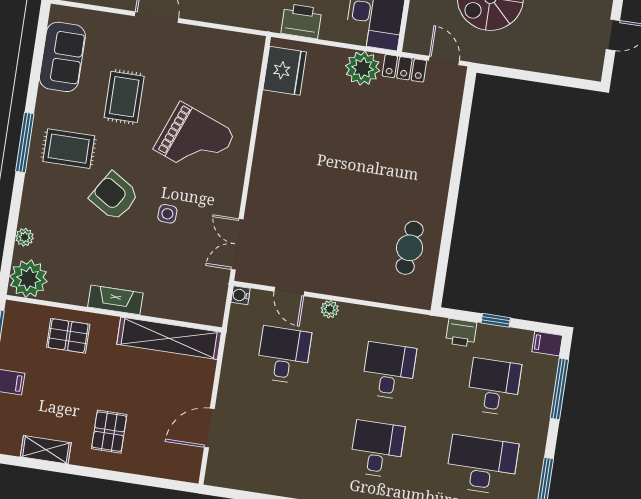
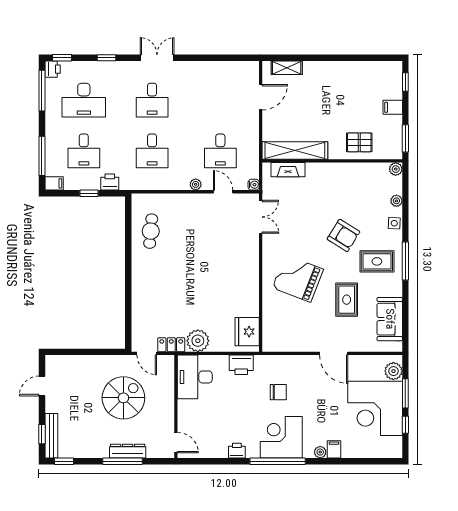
side table: (167, 214) -> (394, 223), moved
plant: (28, 279) -> (396, 169), width x0.53, depth x0.53
fireplace: (115, 300) -> (288, 170), moved
pallet: (109, 432) -> (324, 85), removed
shelving: (46, 450) -> (287, 68), moved

